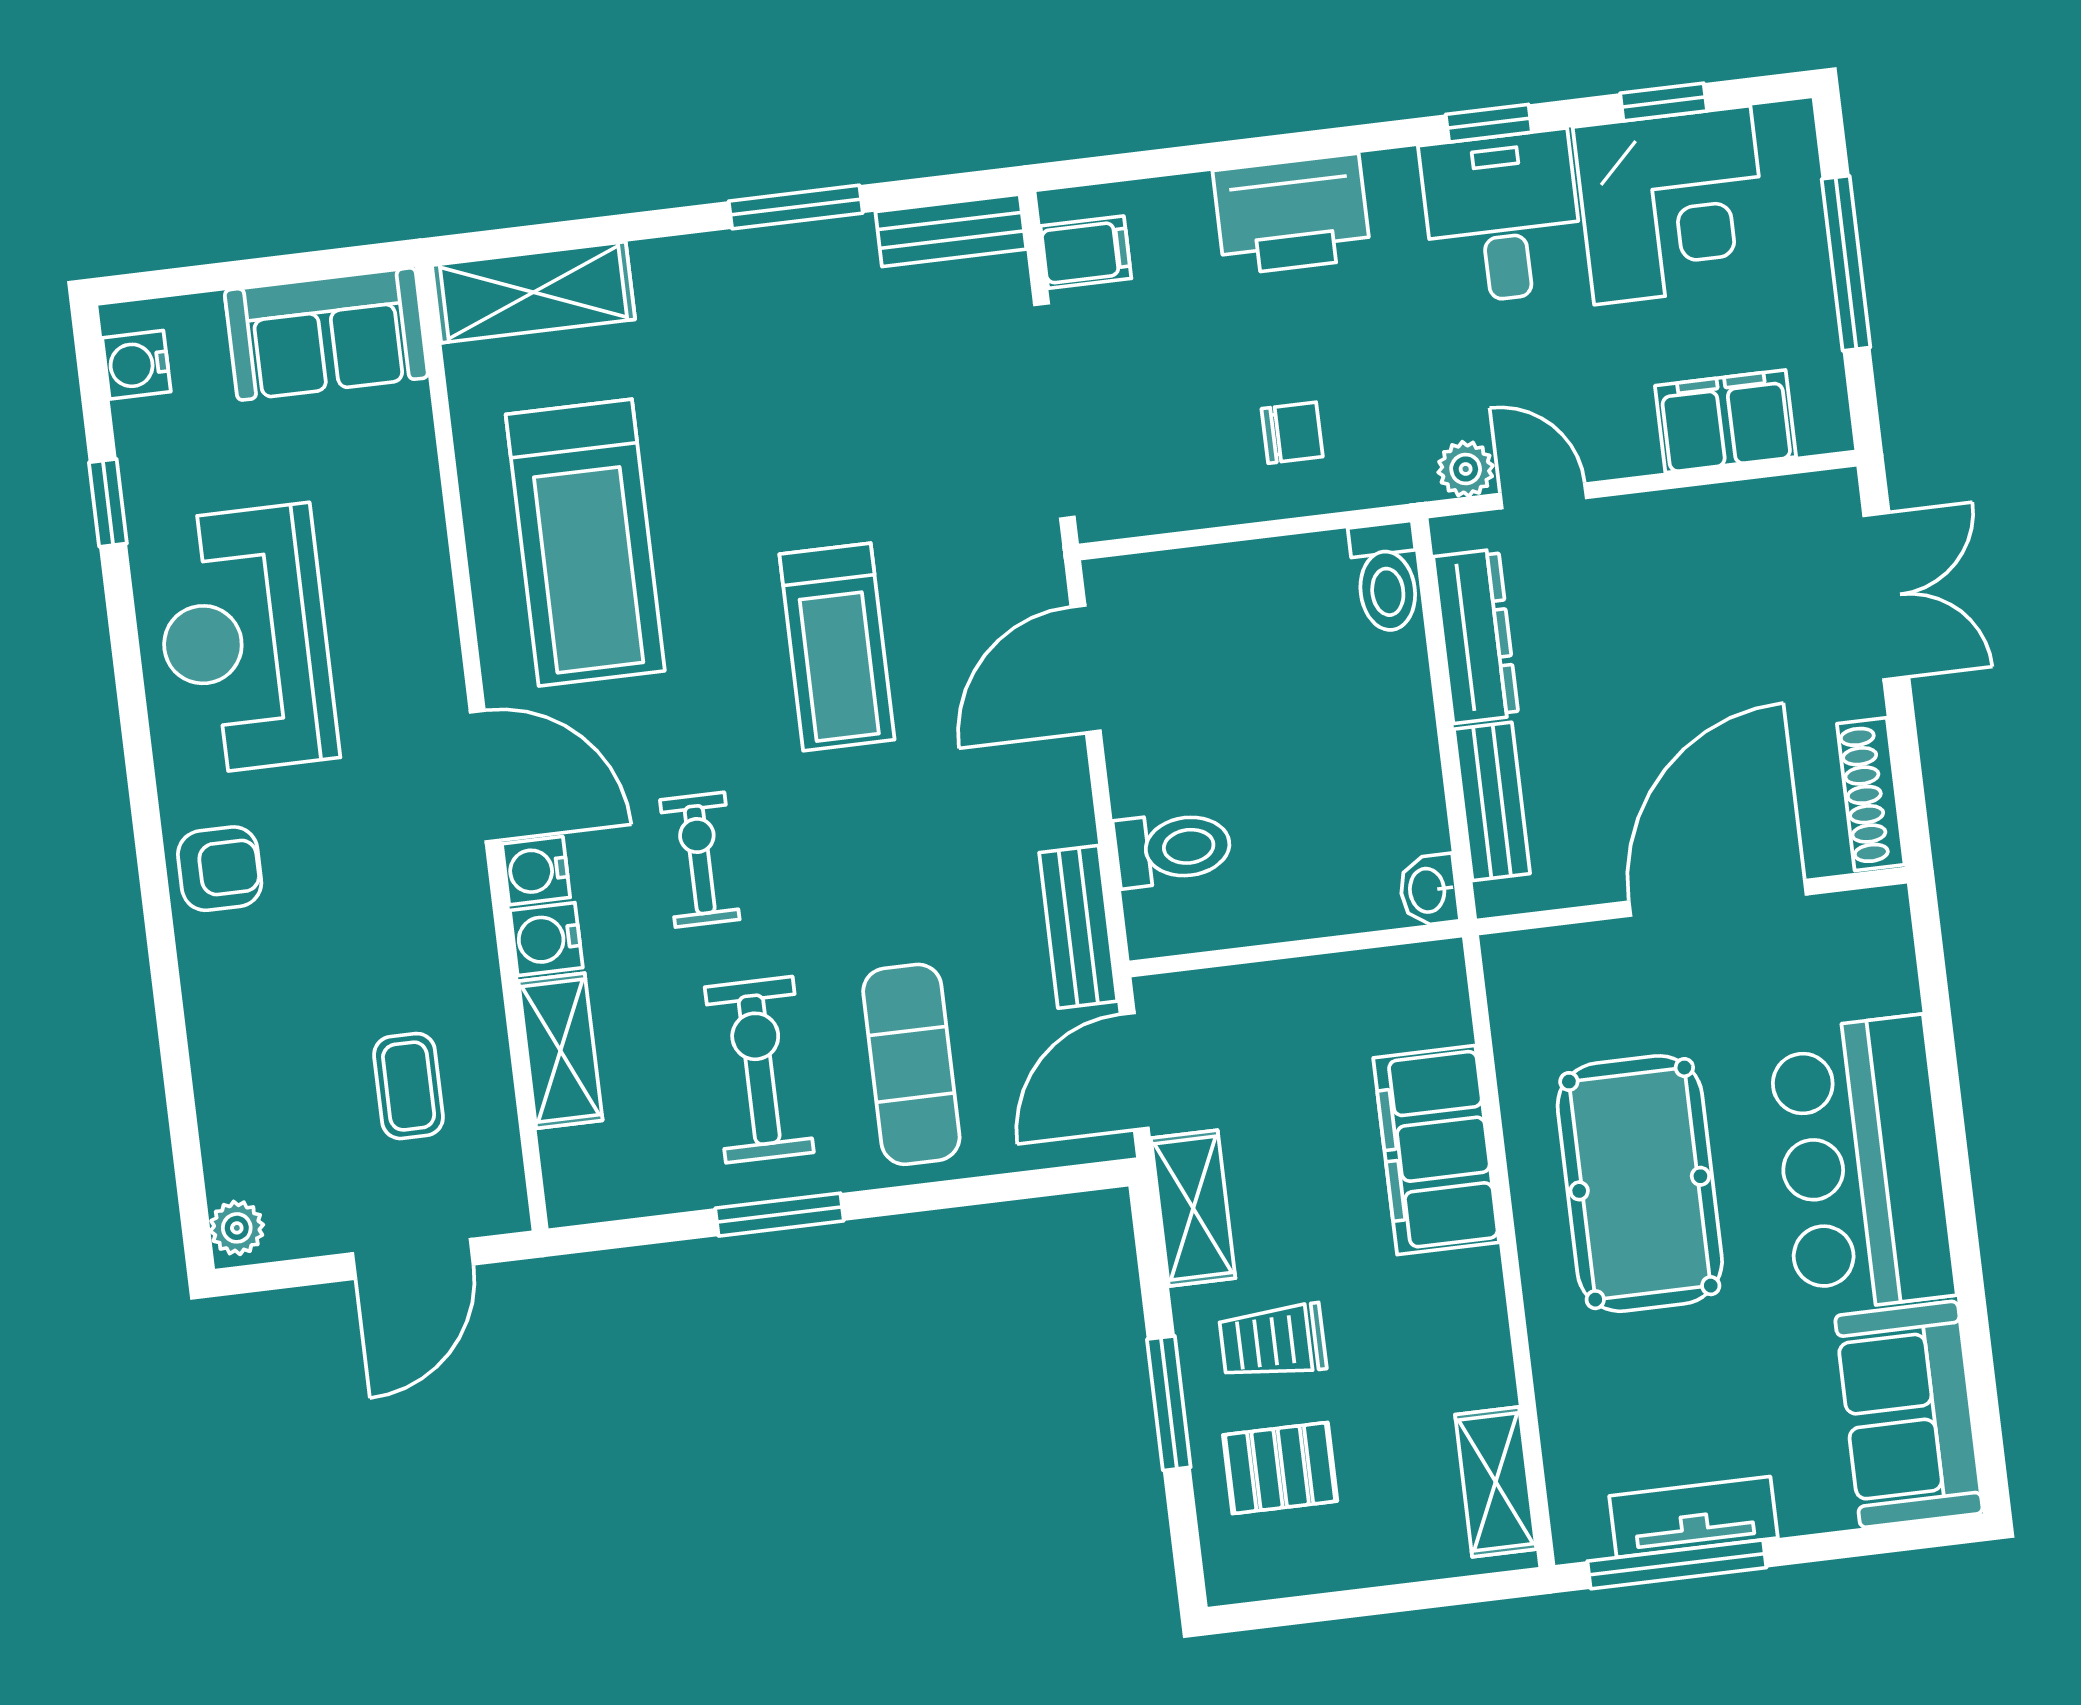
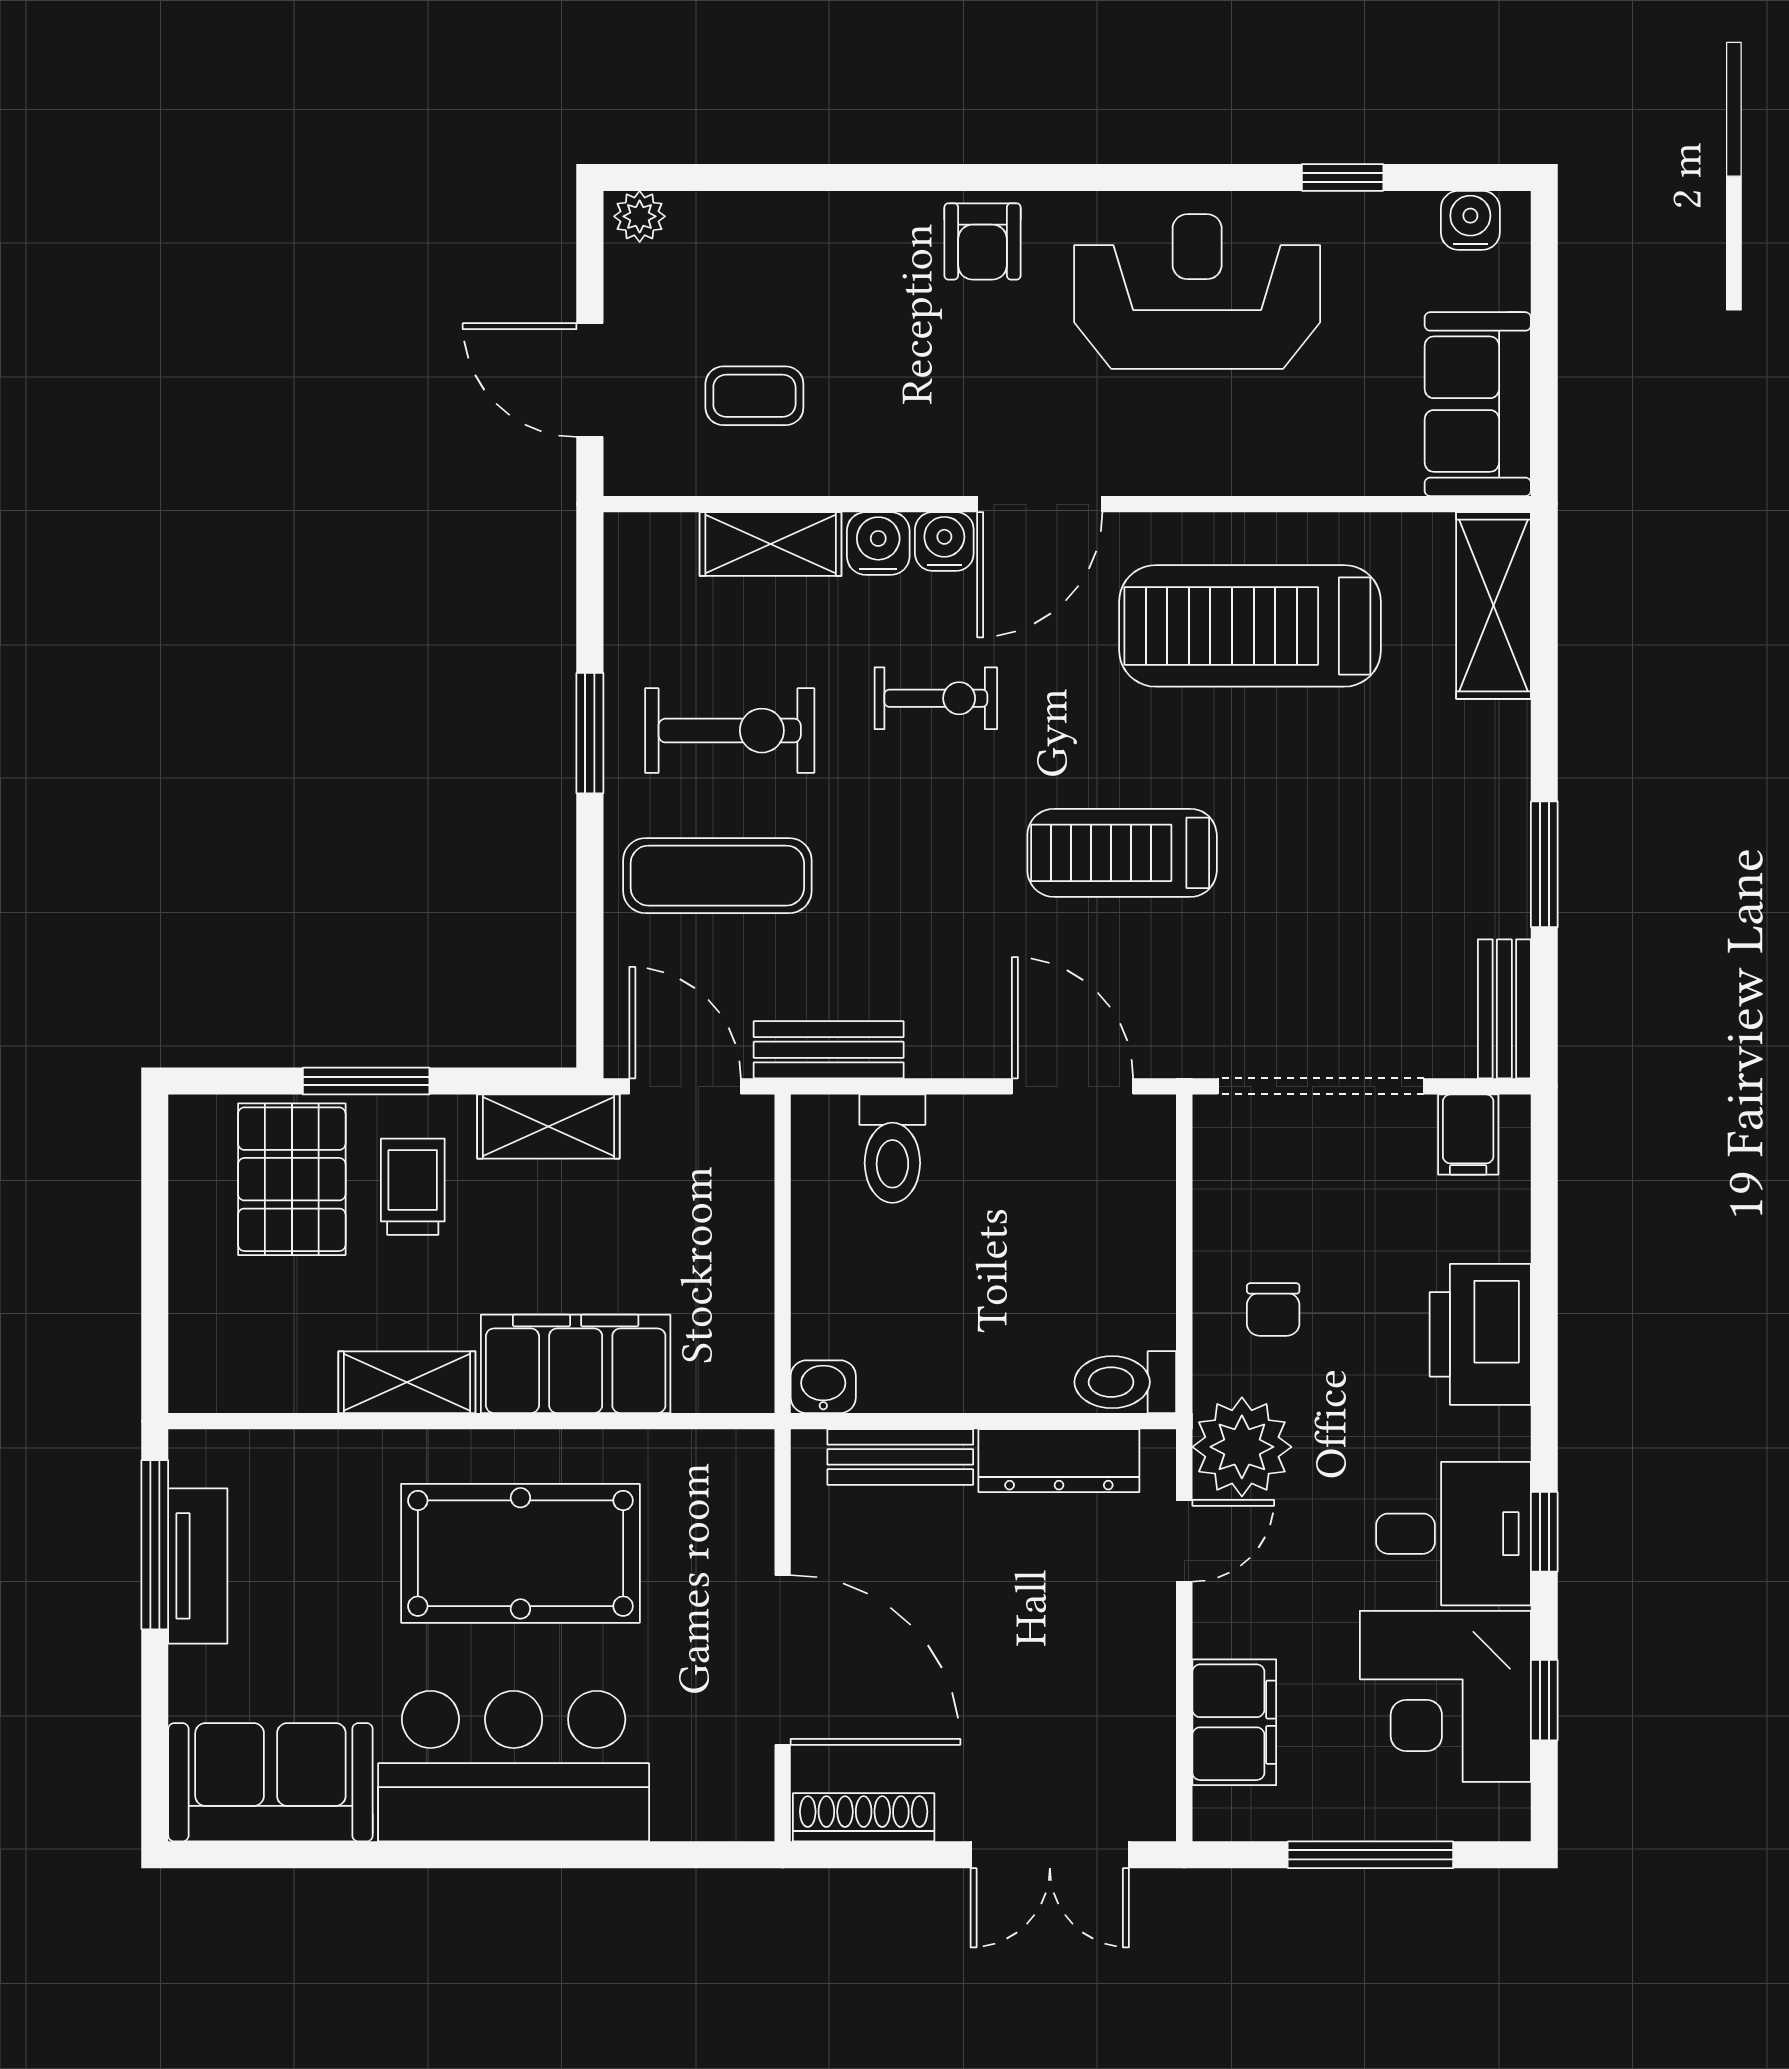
plant: (1466, 469) -> (1242, 1447), width x1.88, depth x1.88
pallet: (1280, 1468) -> (292, 1179), width x1.50, depth x1.42
shelving: (1496, 1482) -> (407, 1382), moved

